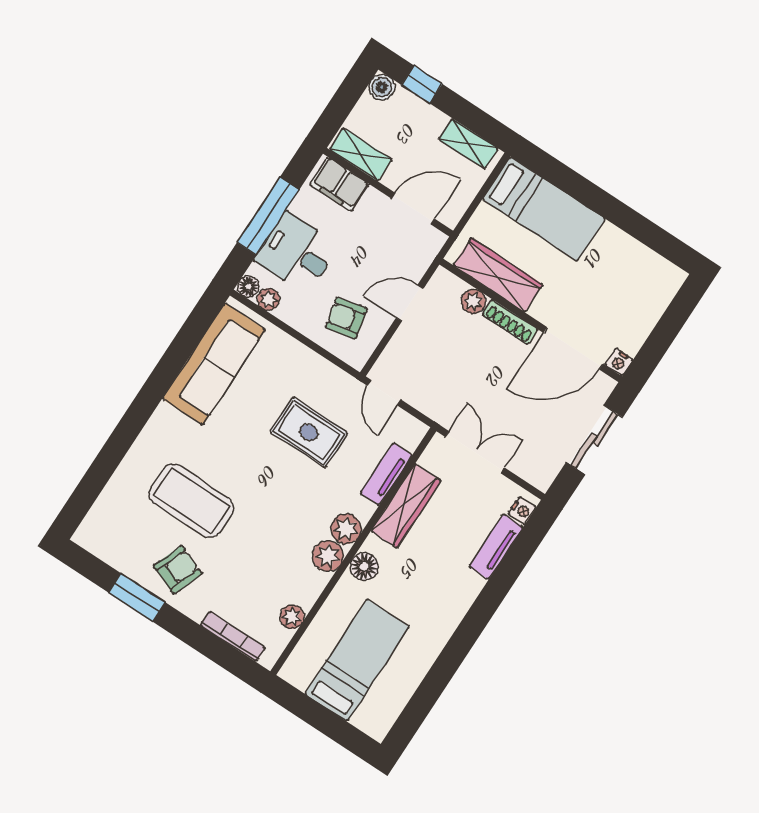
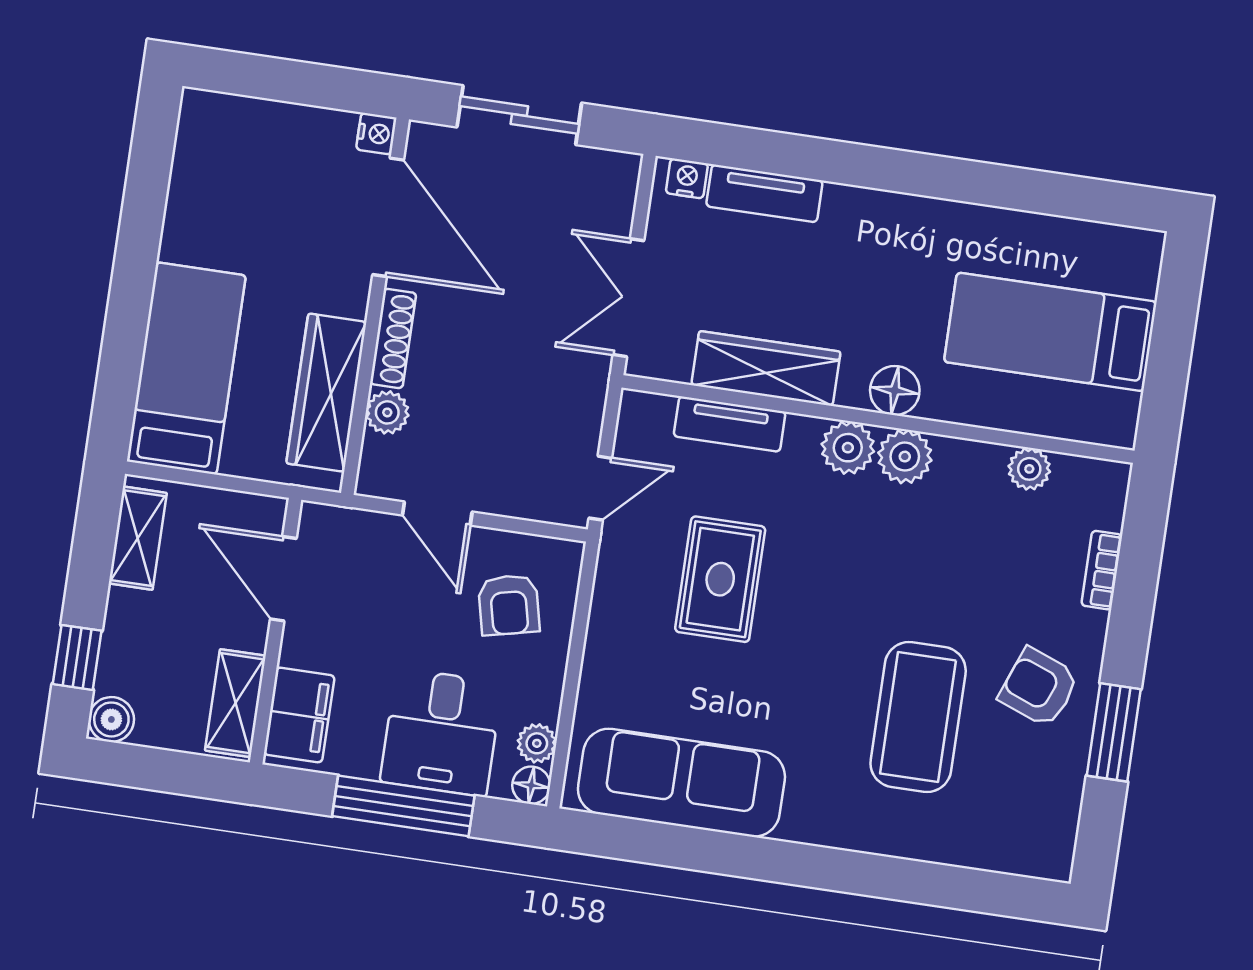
bookcase: (233, 636) -> (1102, 570), width x0.64

